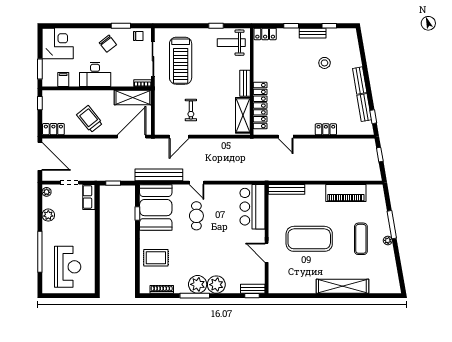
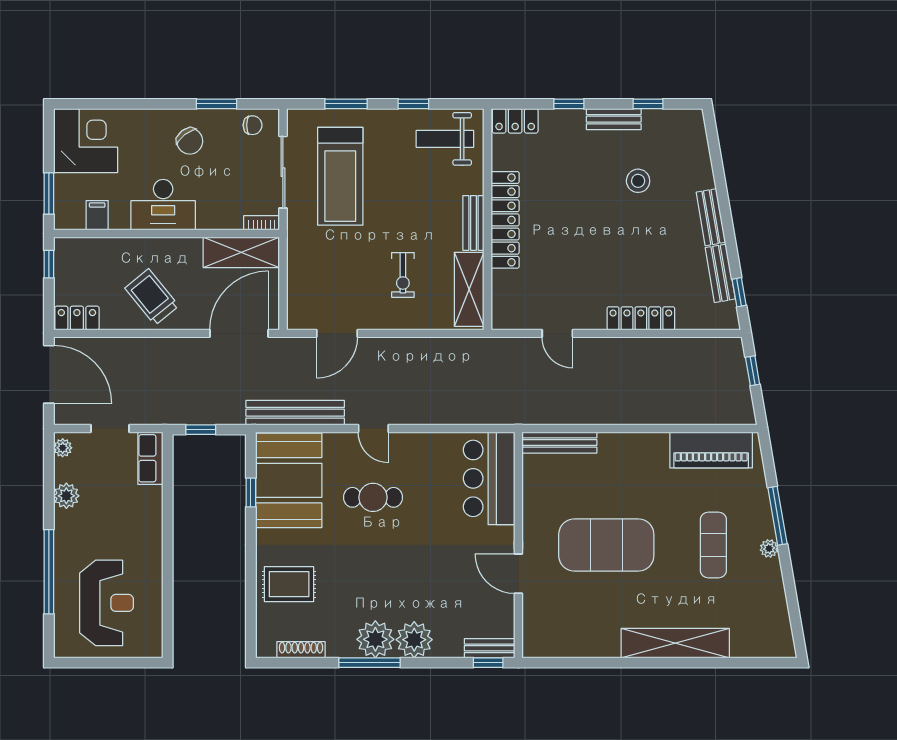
window: (183, 26) -> (346, 104), added
locker: (260, 106) -> (505, 220), moved
exercise bike: (191, 110) -> (403, 275), moved
locker: (326, 129) -> (641, 318), width x1.53
piano: (346, 193) -> (711, 450), moved
cafe table: (196, 216) -> (373, 497), turned 90

